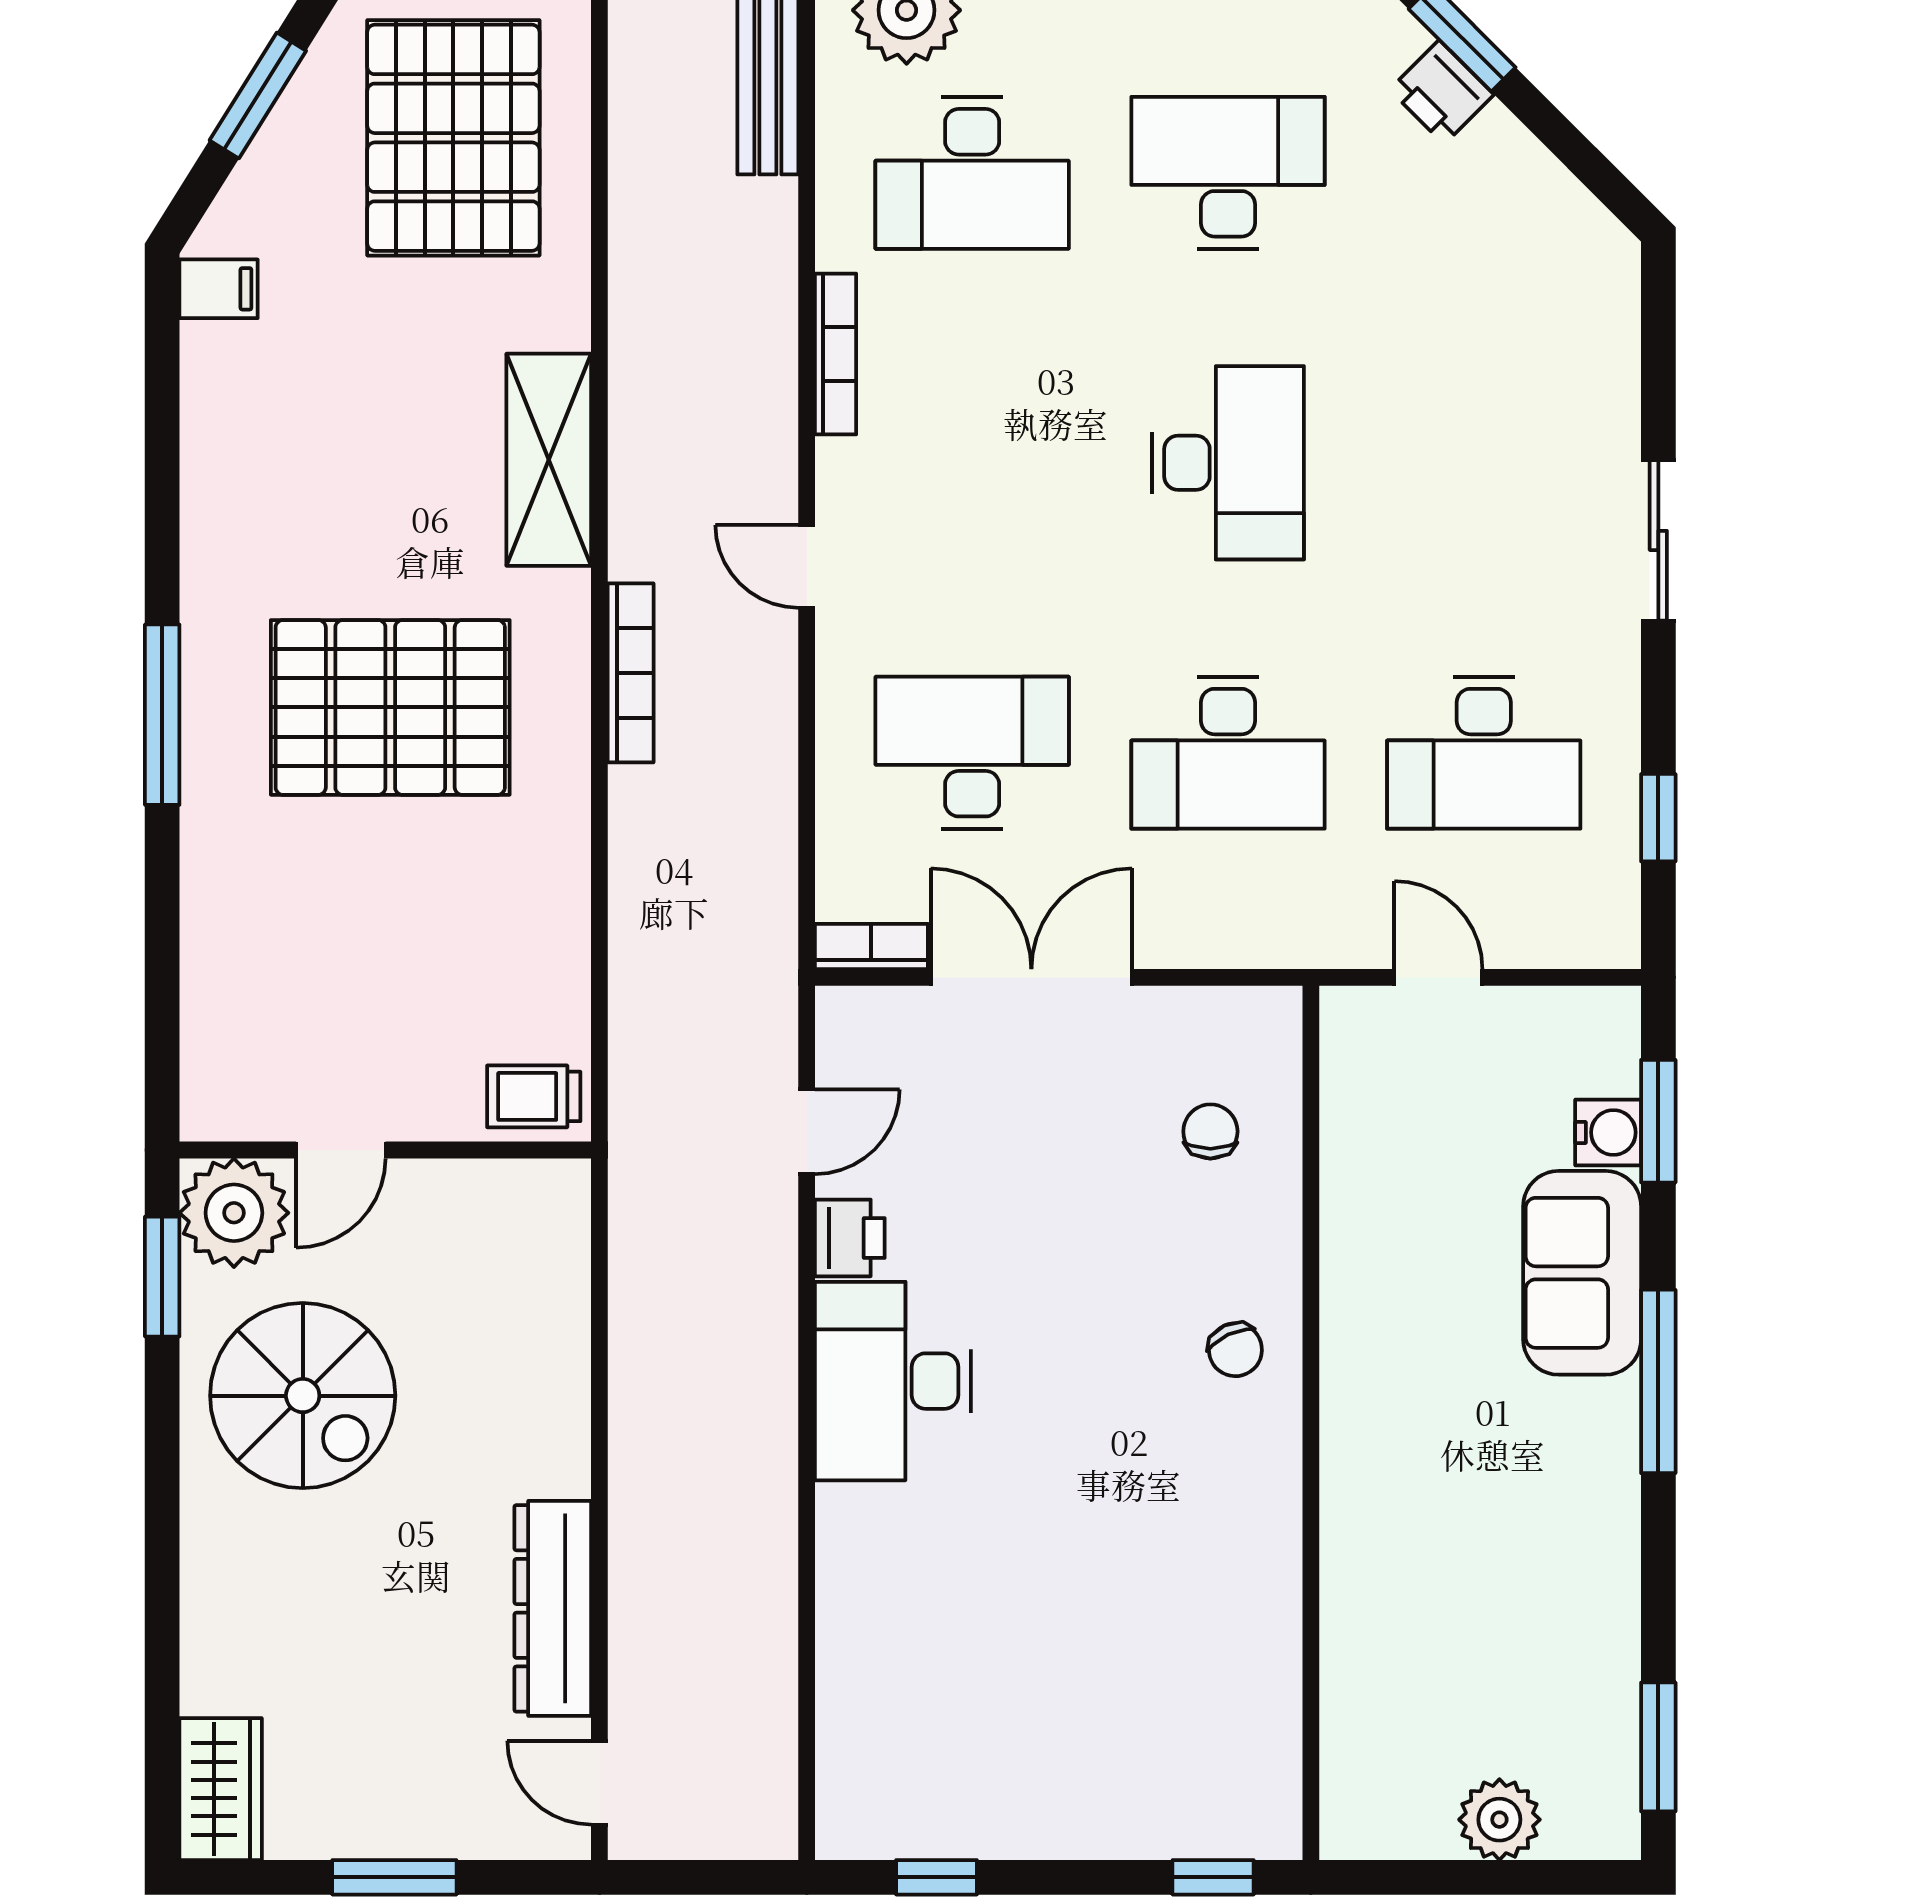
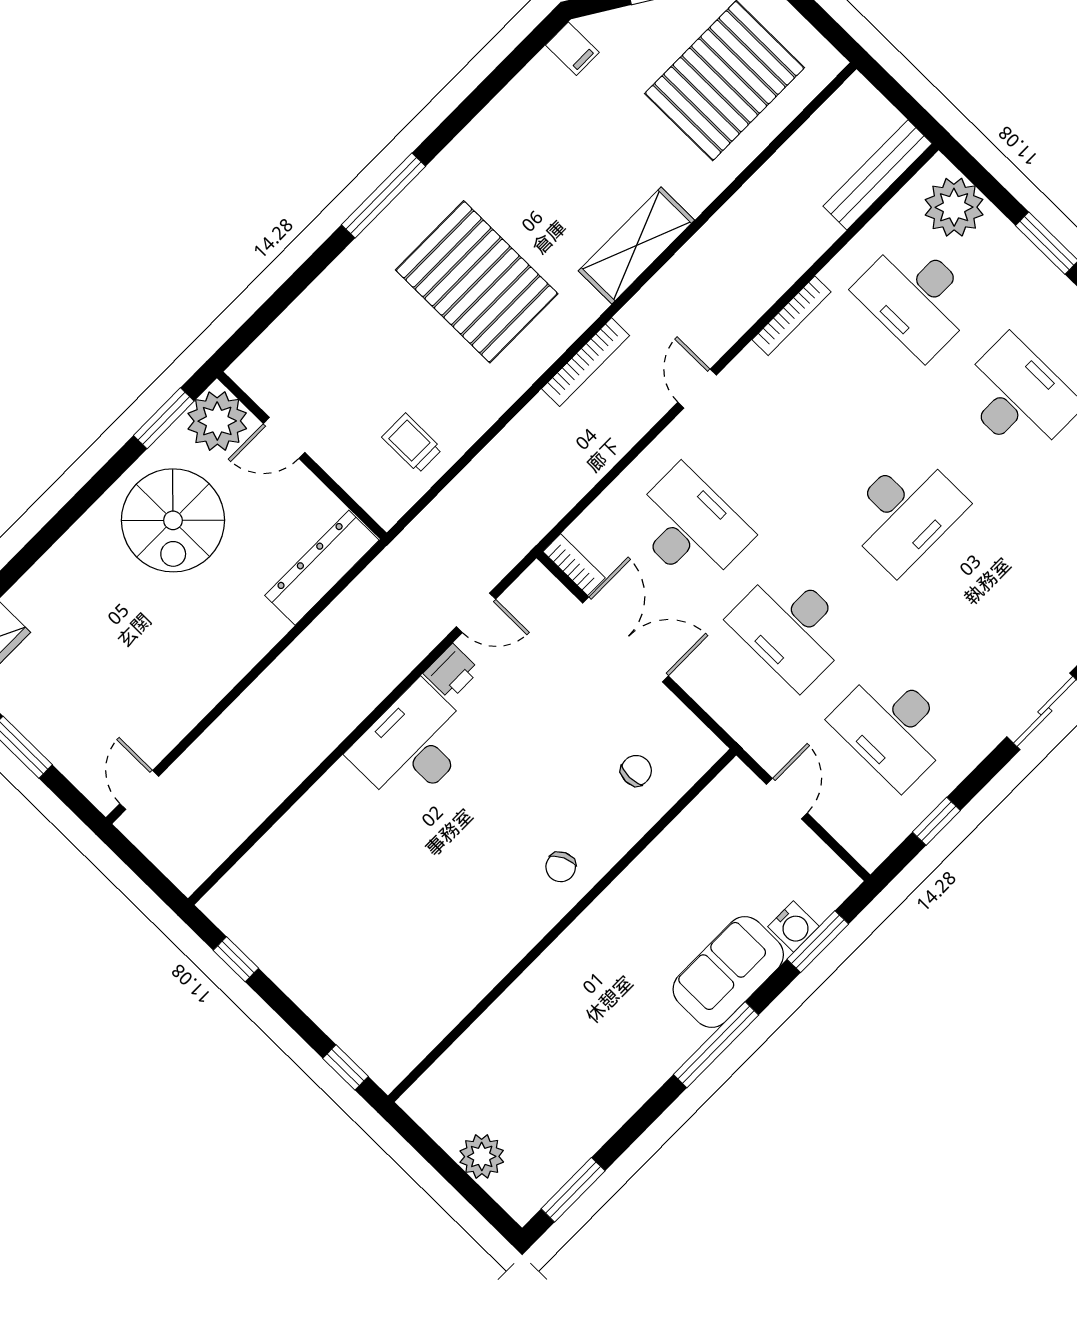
trolley: (534, 1096) -> (412, 443), moved
dresser: (553, 1608) -> (322, 568), moved

